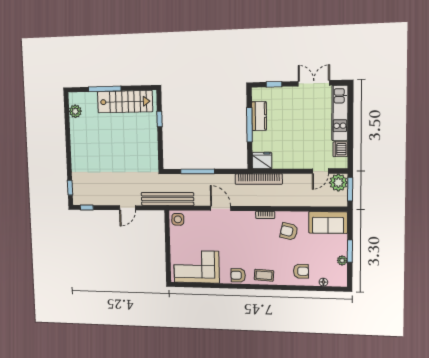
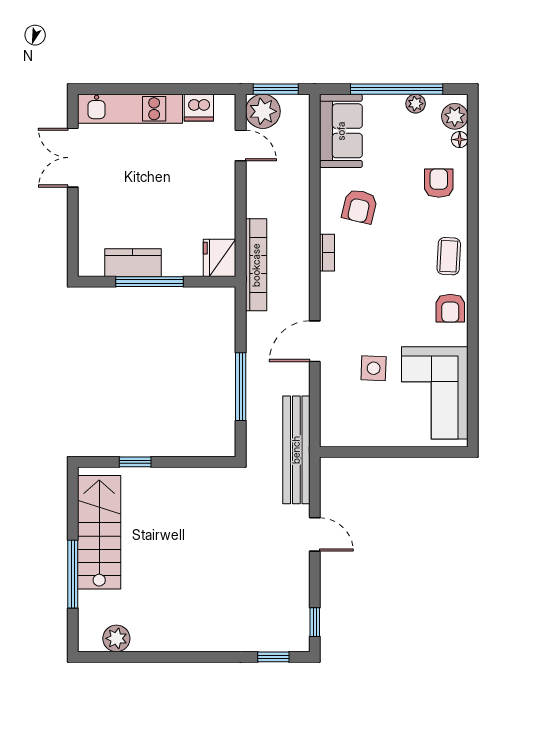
window: (274, 84) -> (73, 233), removed
side table: (178, 219) -> (374, 368), moved
window: (350, 251) -> (397, 89), width x2.11
plant: (335, 280) -> (455, 116), added

